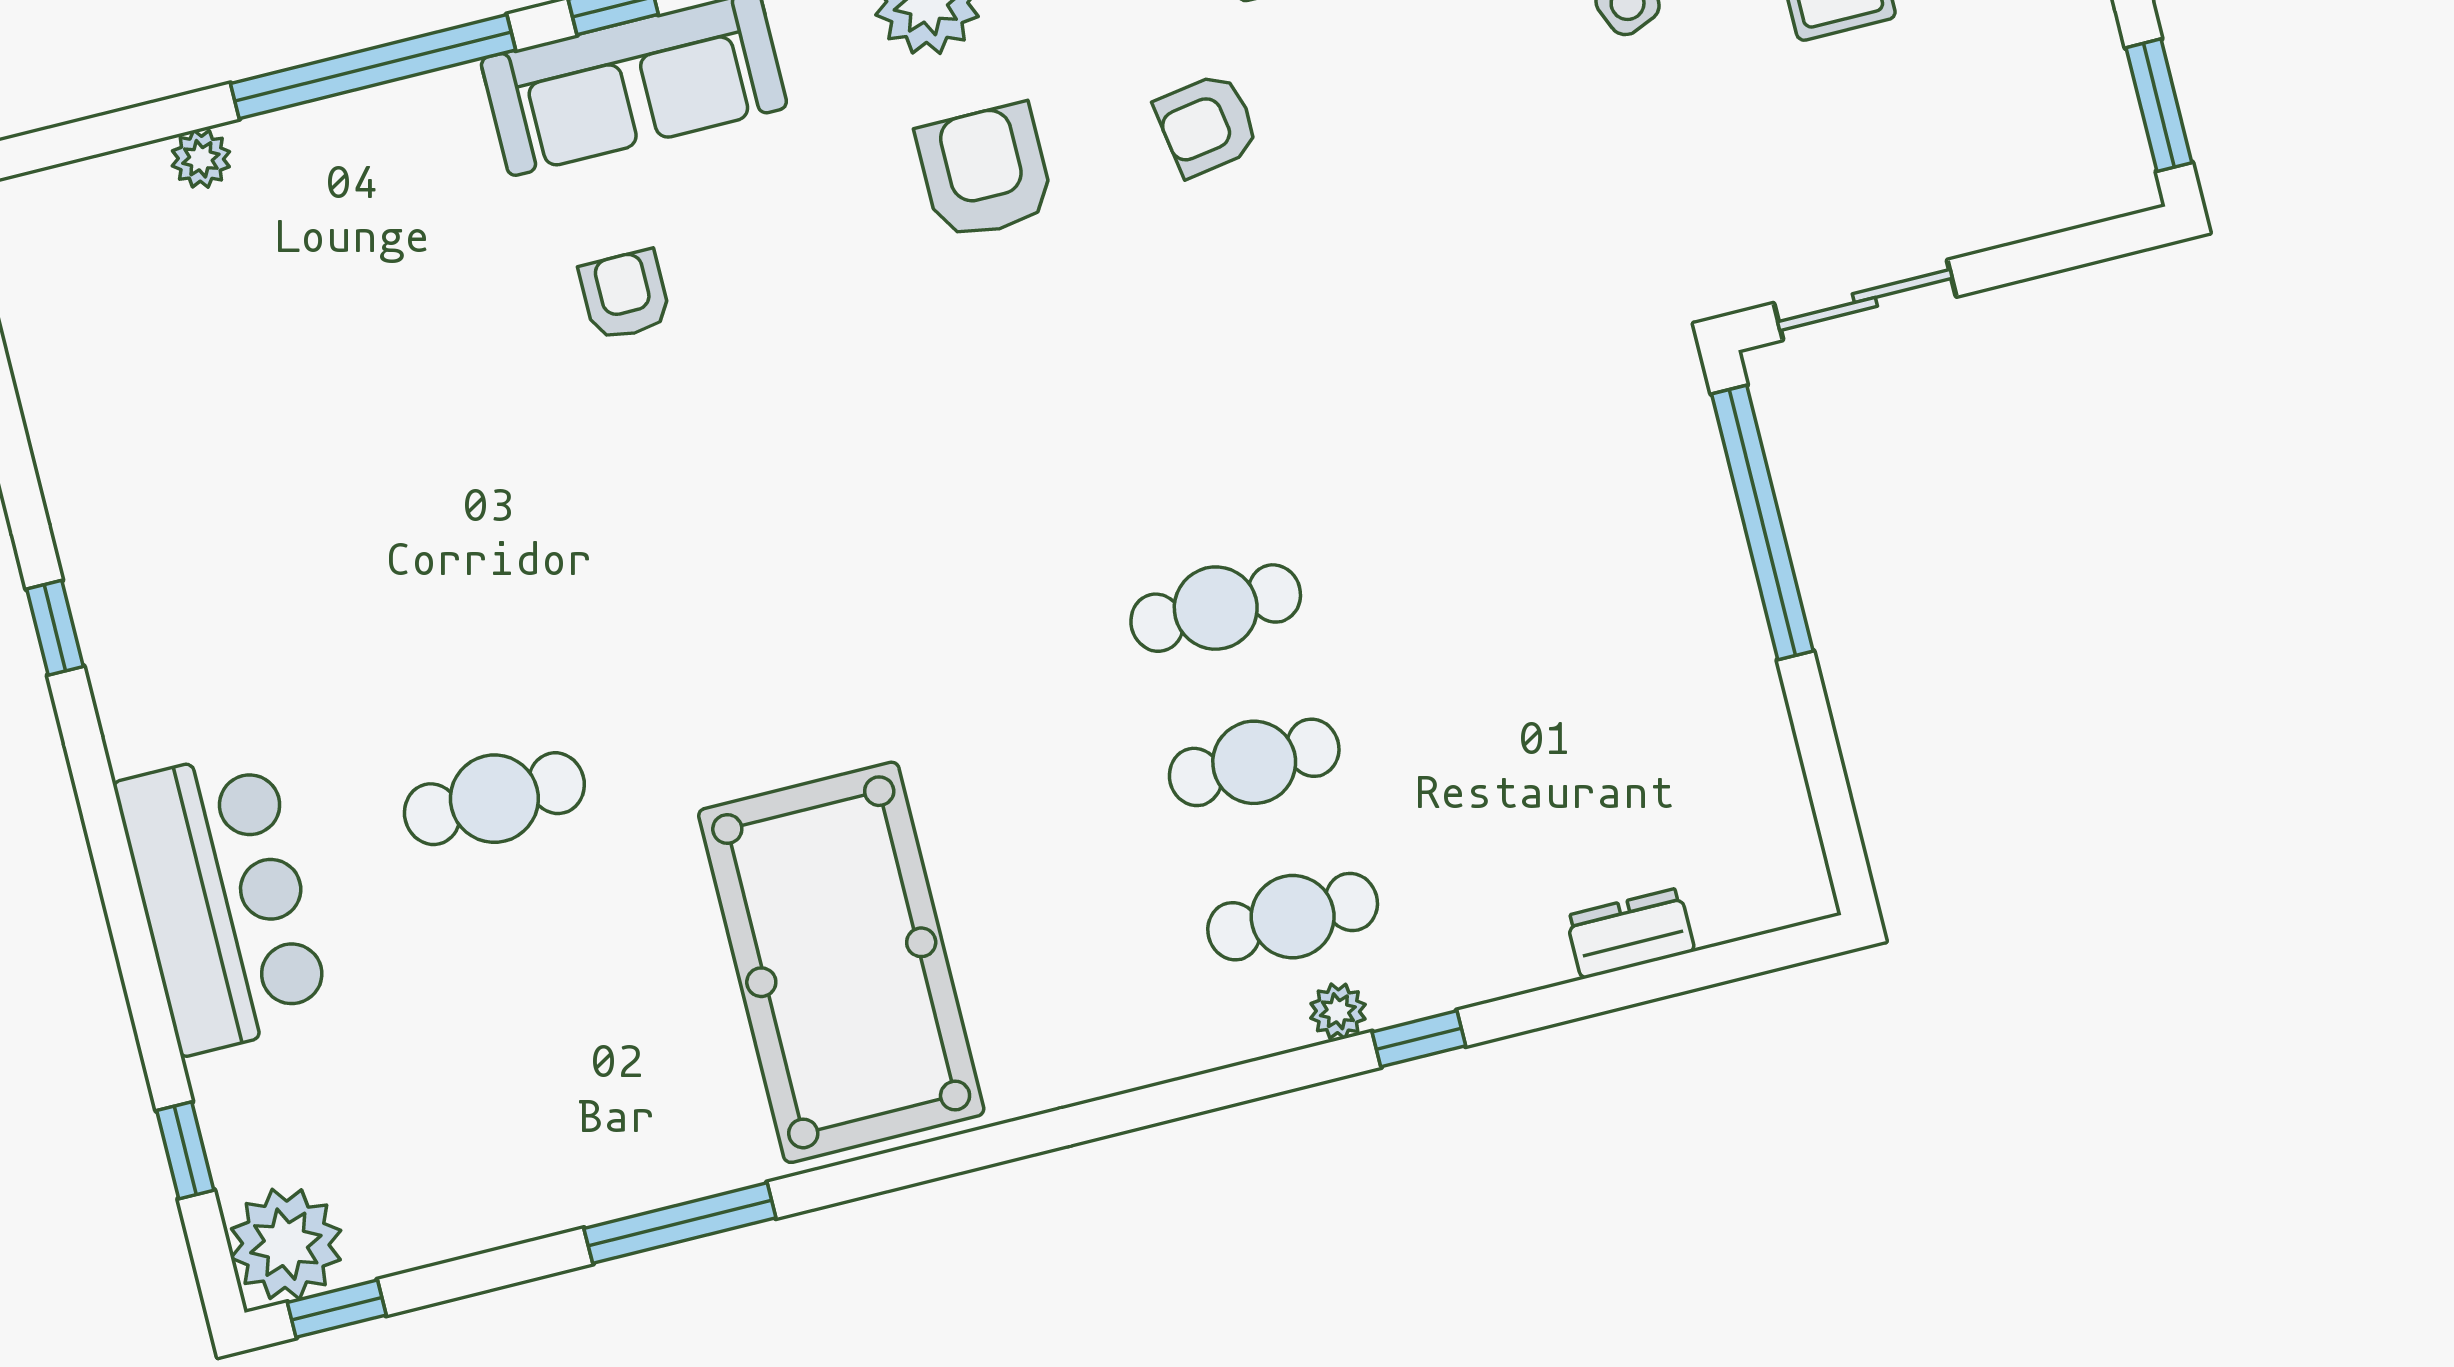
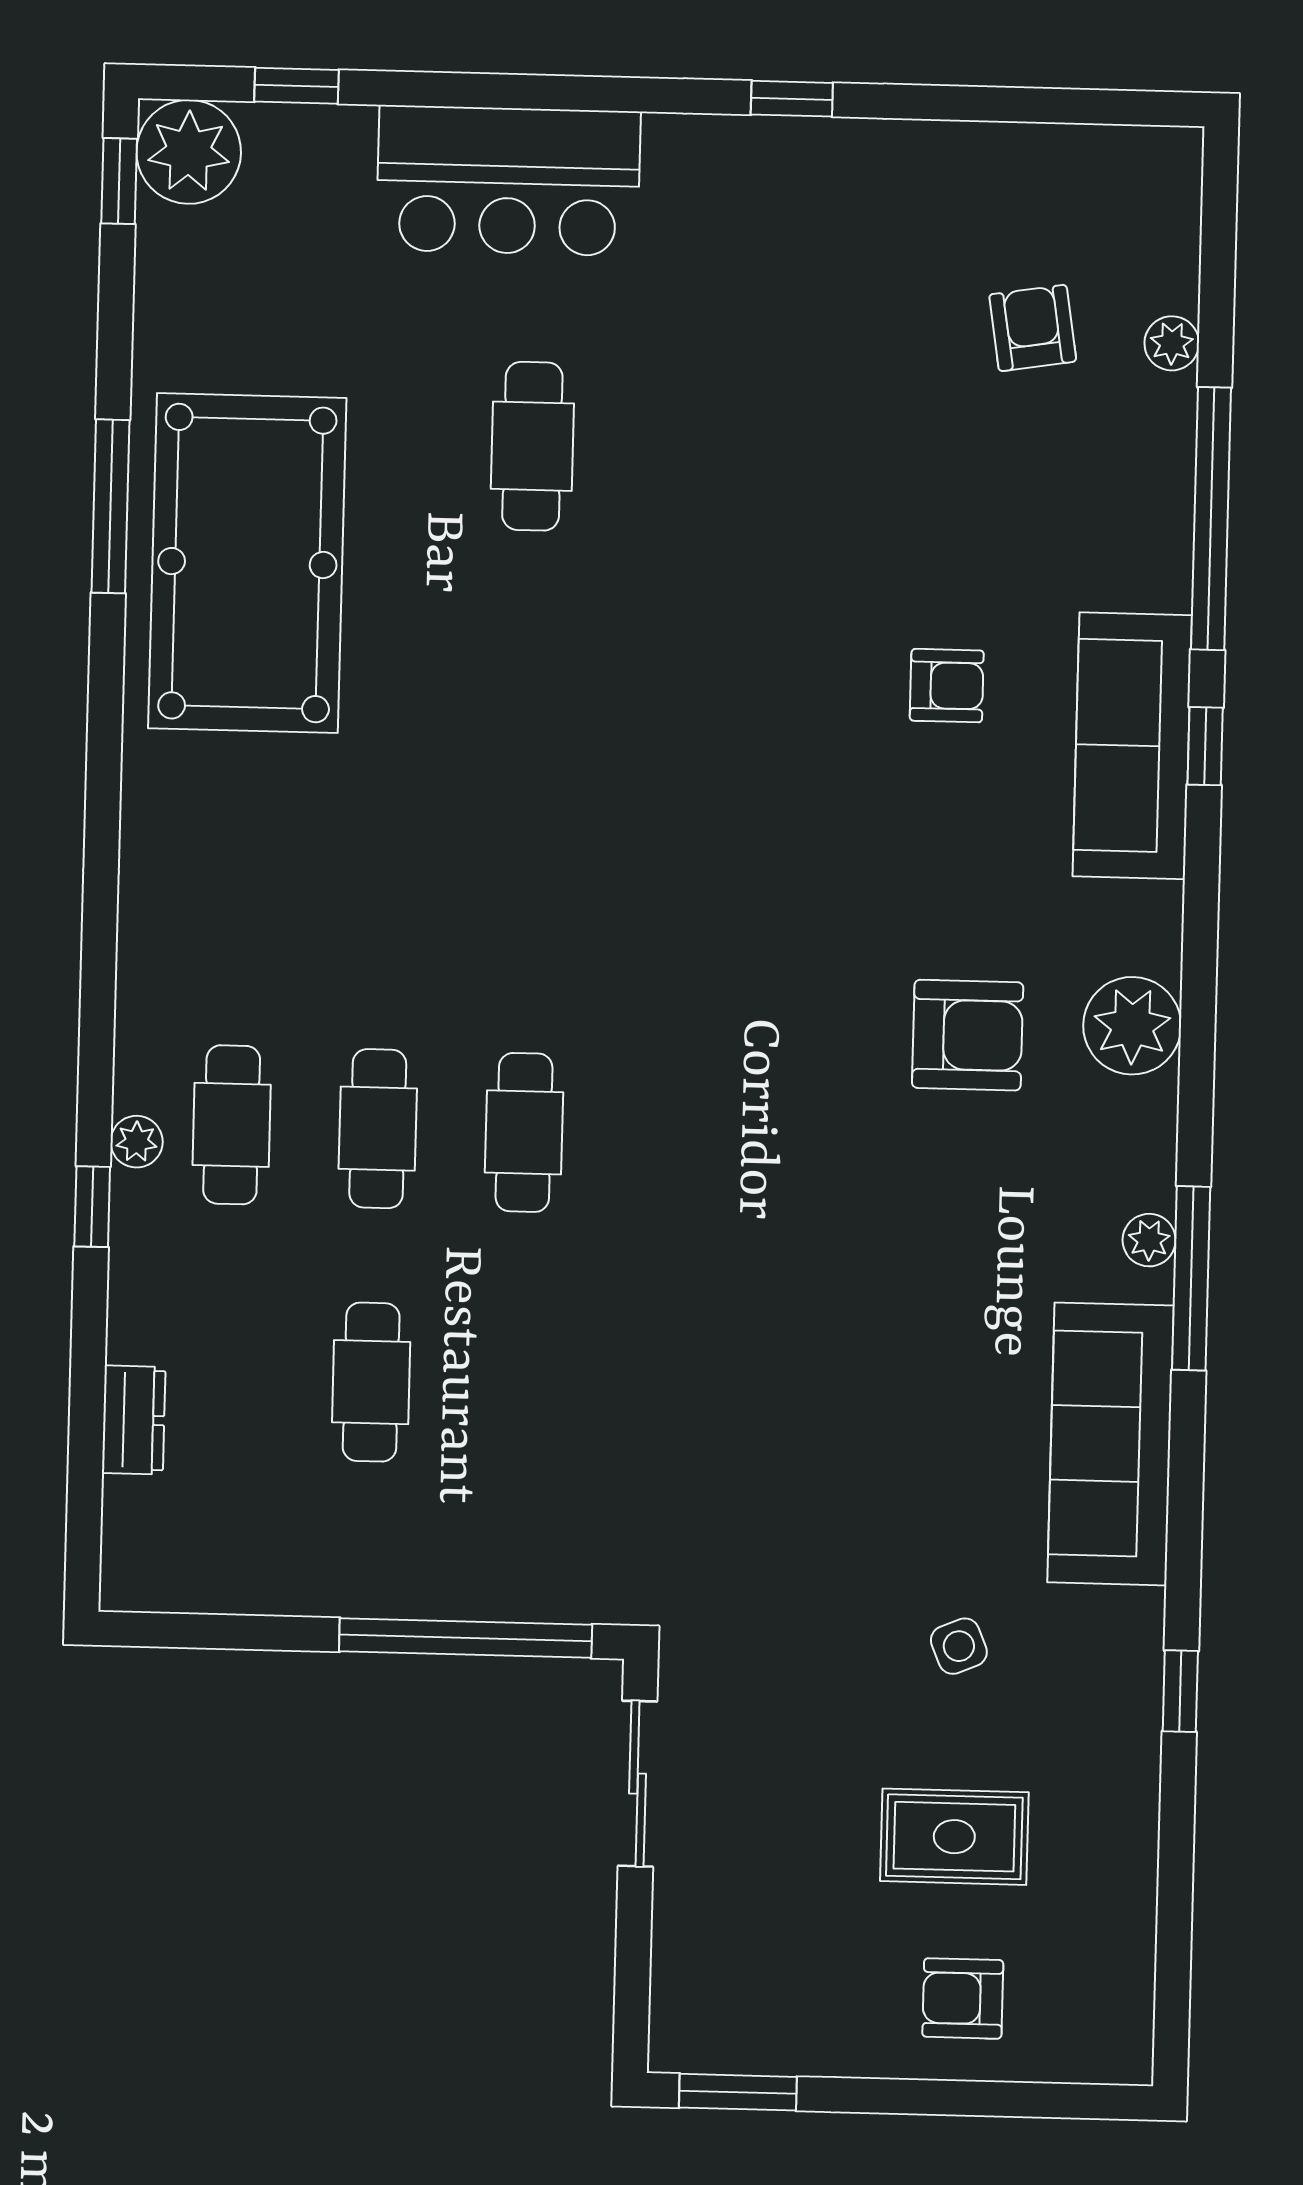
armchair: (1207, 125) -> (1033, 328), moved
cafe table: (1522, 696) -> (371, 1382), added
pool table: (841, 962) -> (247, 563), moved, turned 90

